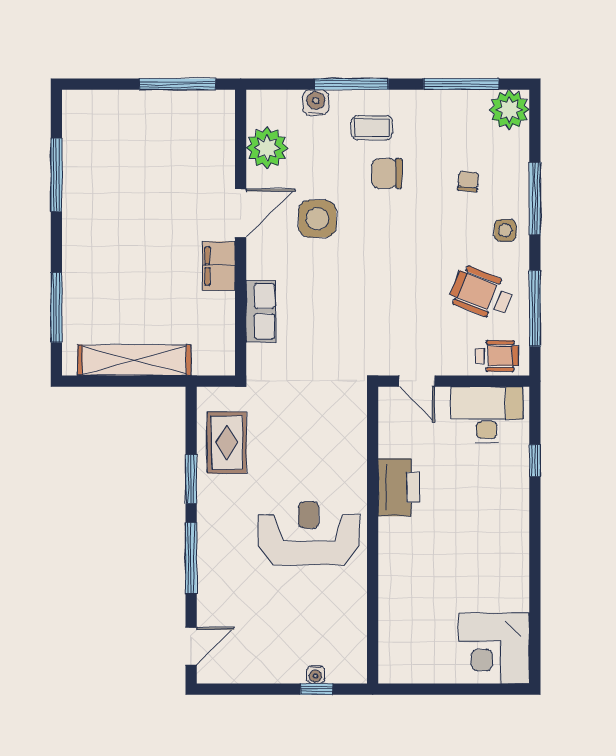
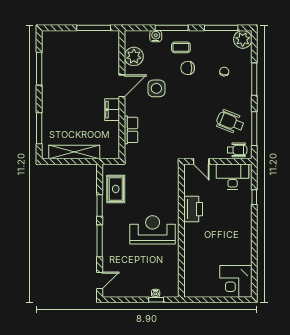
side table: (505, 230) -> (241, 94), removed

